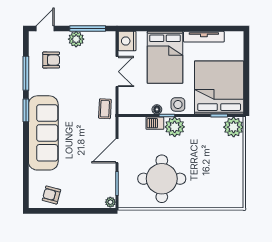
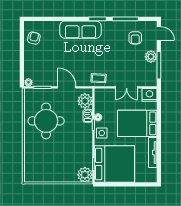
plant: (175, 127) -> (85, 101), moved
sofa: (43, 133) -> (80, 30), width x0.74, depth x0.79

